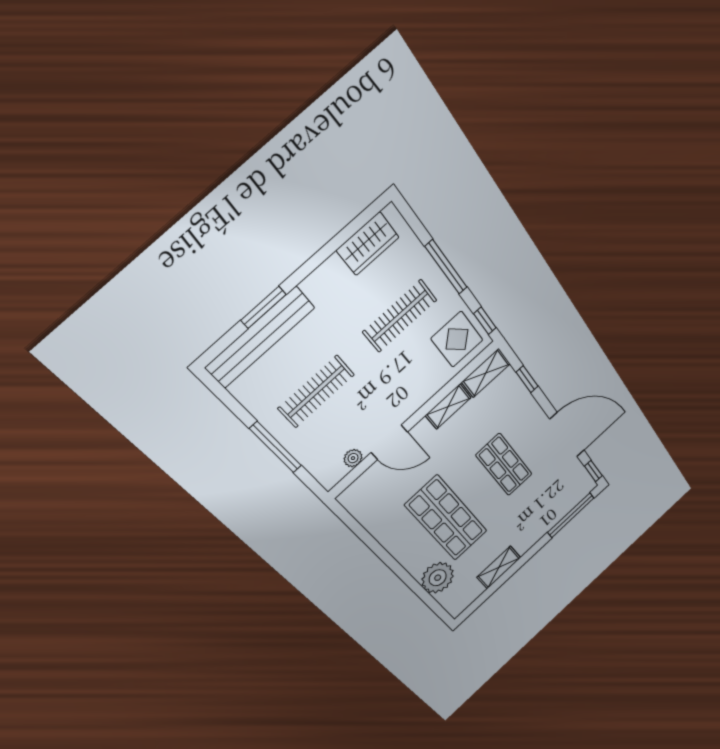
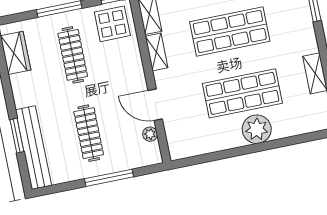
door: (389, 442) -> (155, 105), swing flipped
shop shelf: (504, 465) -> (230, 31), width x1.43, depth x1.36
plant: (438, 578) -> (257, 129), moved

